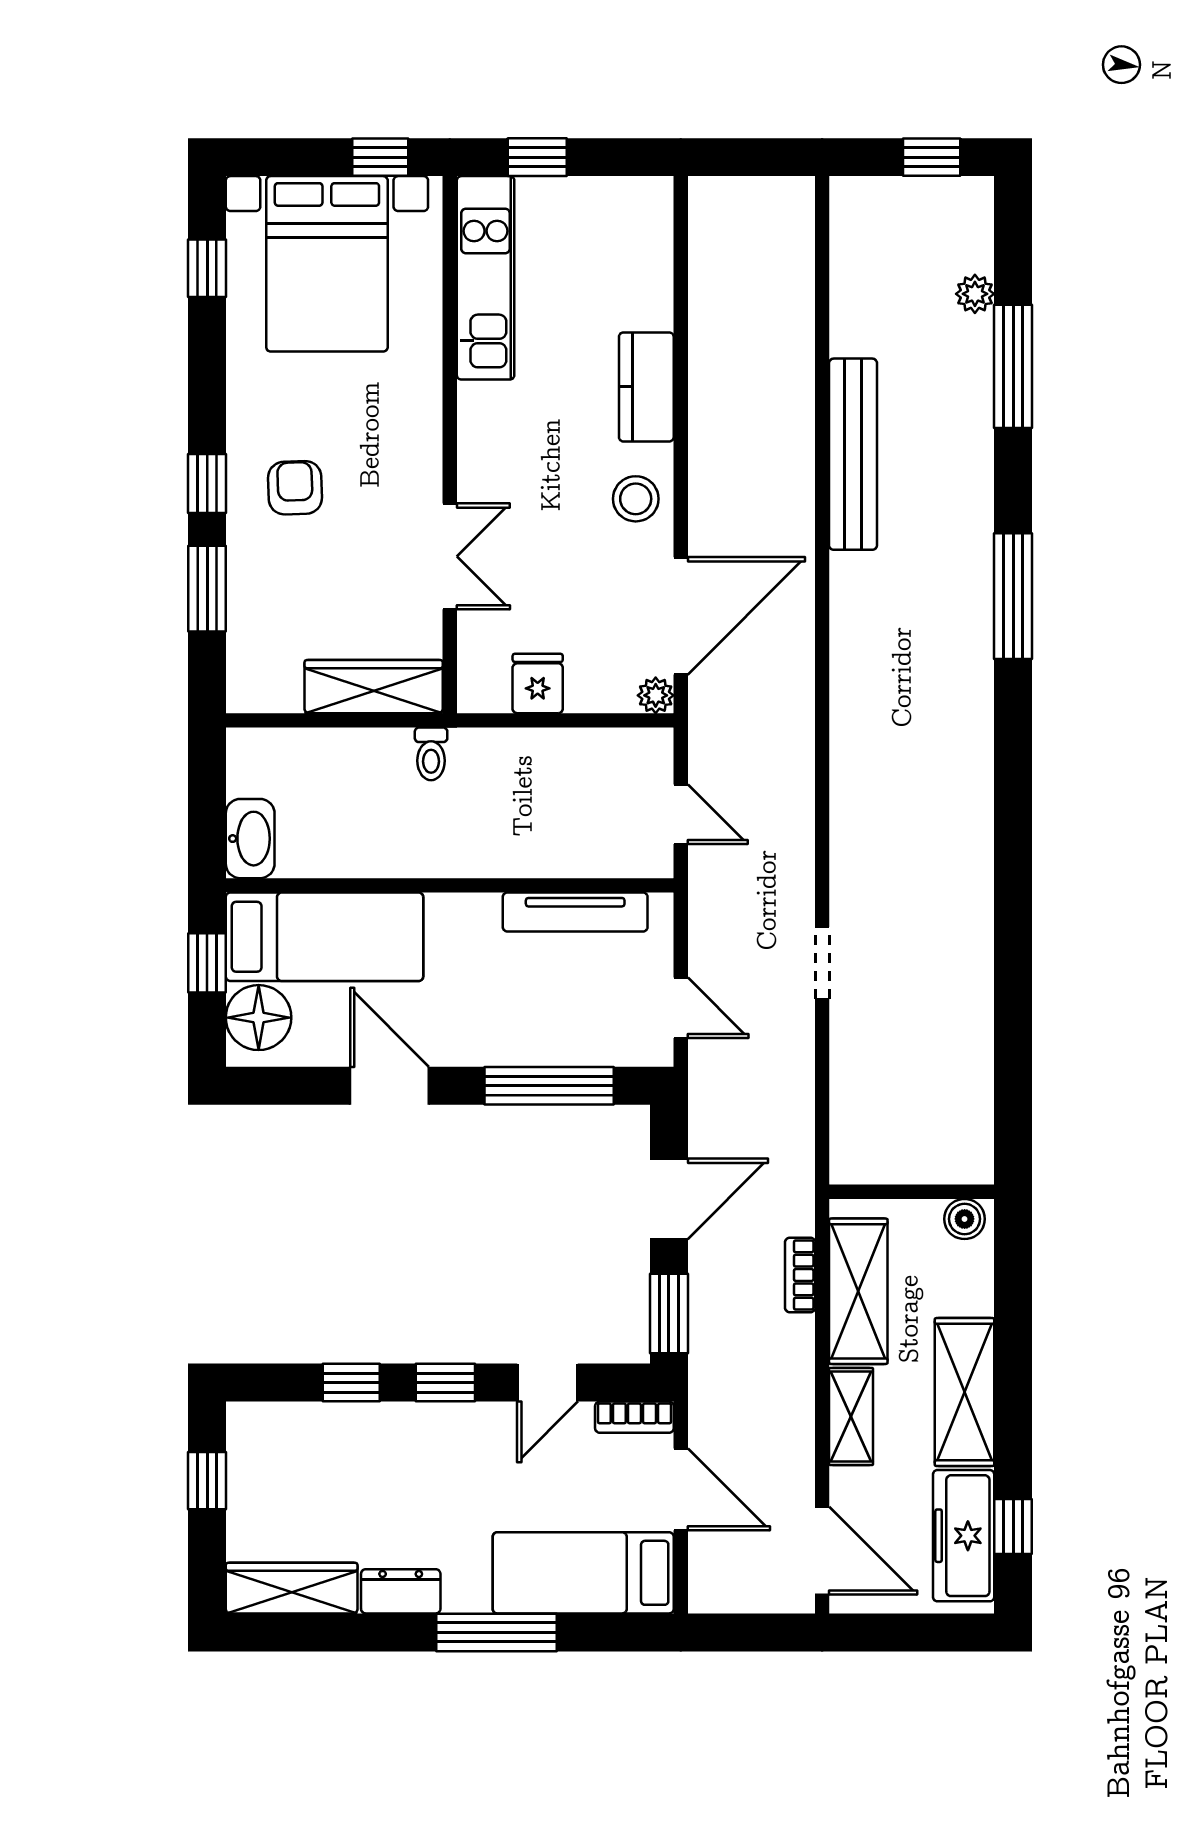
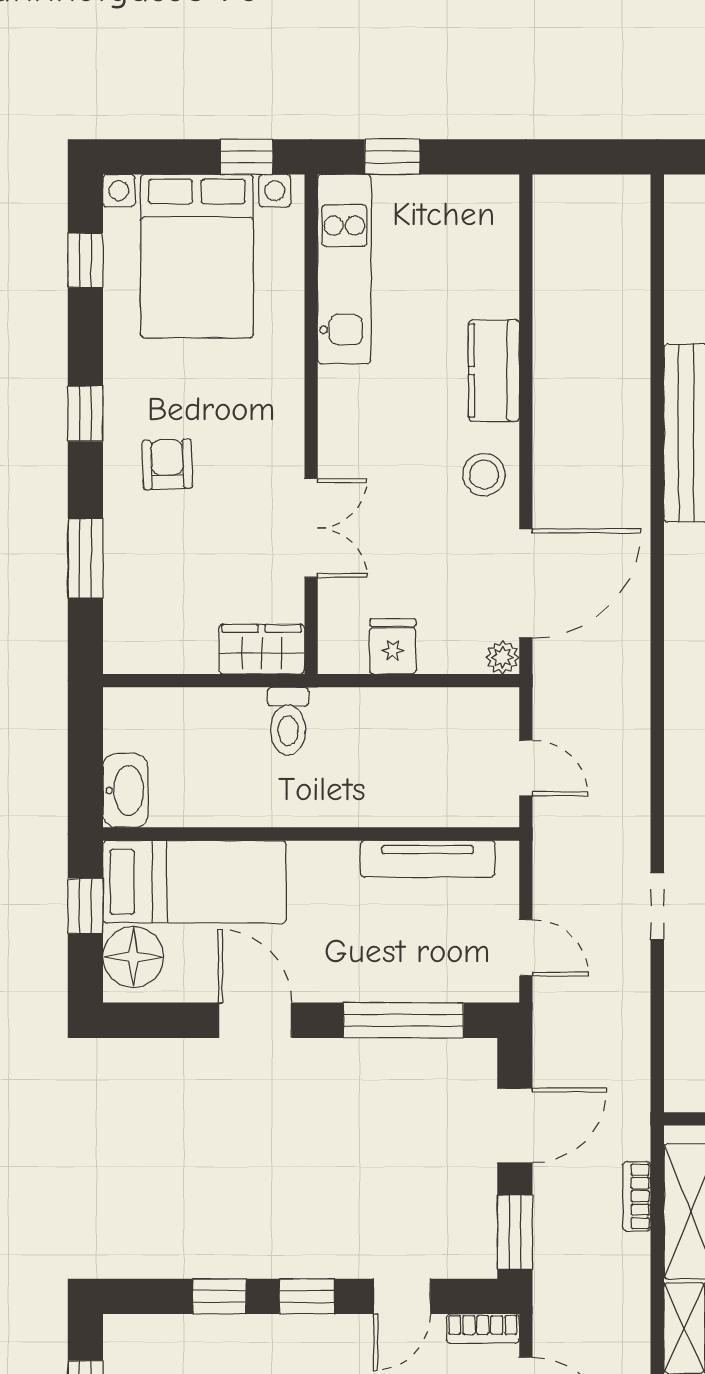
window: (207, 483) -> (85, 414), moved
wardrobe: (374, 687) -> (262, 649), width x0.67
toilet: (431, 754) -> (288, 721), width x1.37, depth x1.39

